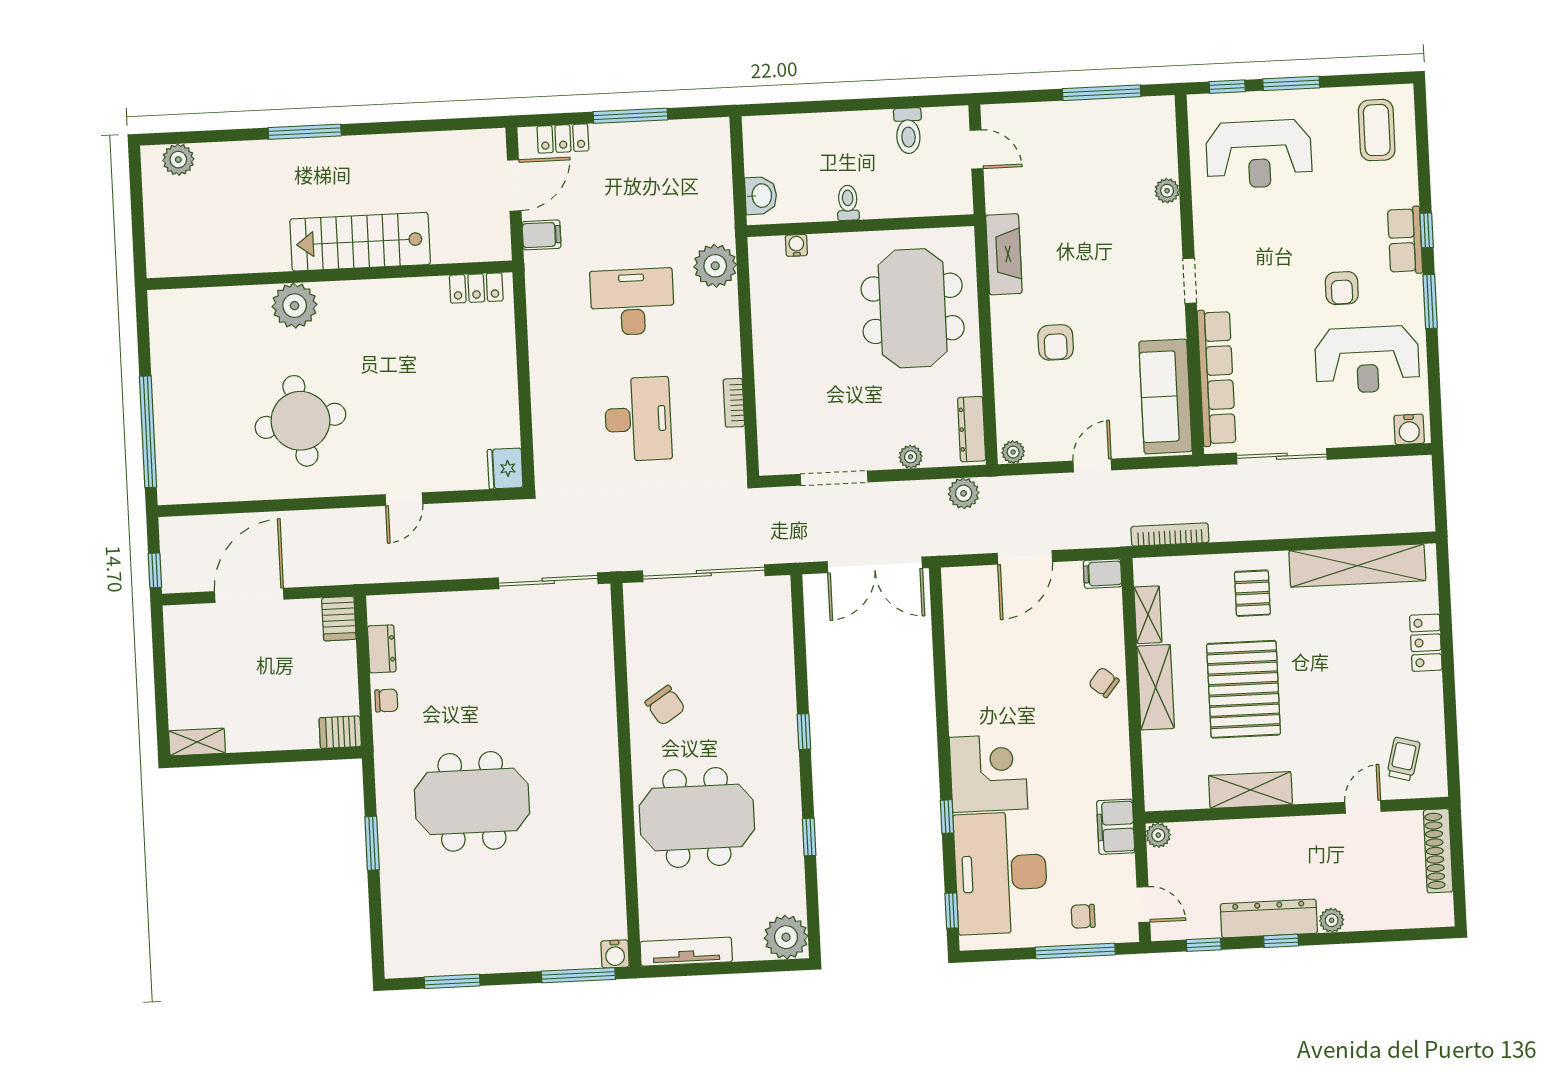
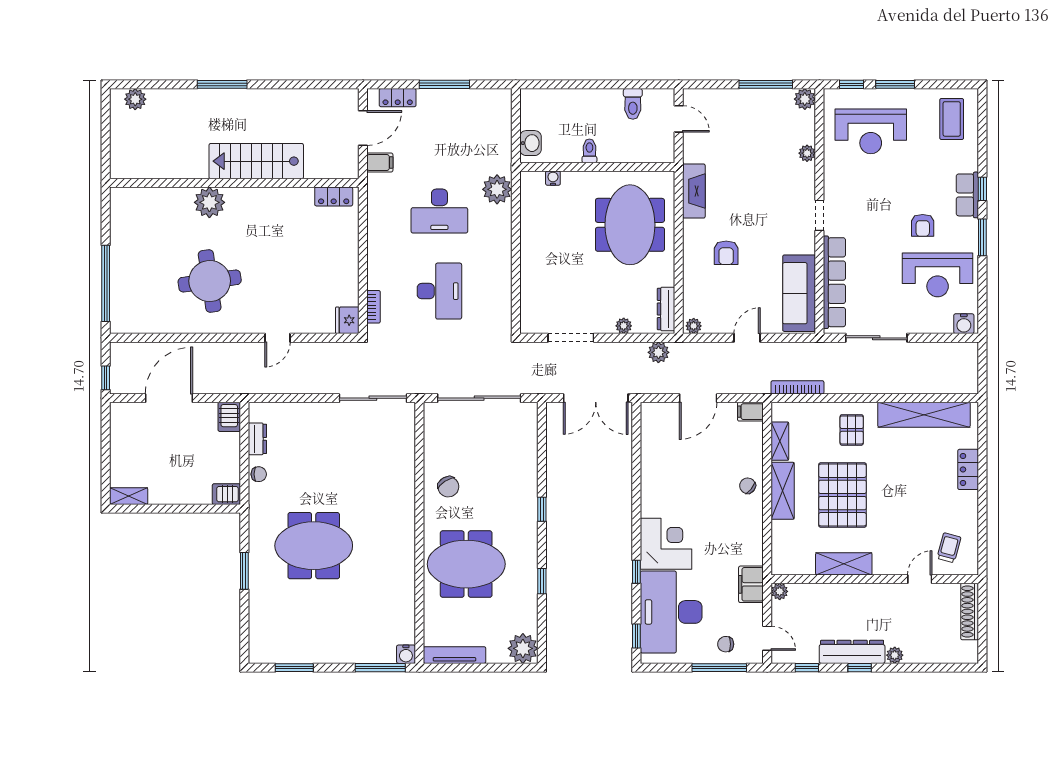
plant: (1160, 111) -> (805, 99), added
desk: (632, 302) -> (439, 211), turned 180
bookcase: (734, 403) -> (374, 307), moved, turned 180

